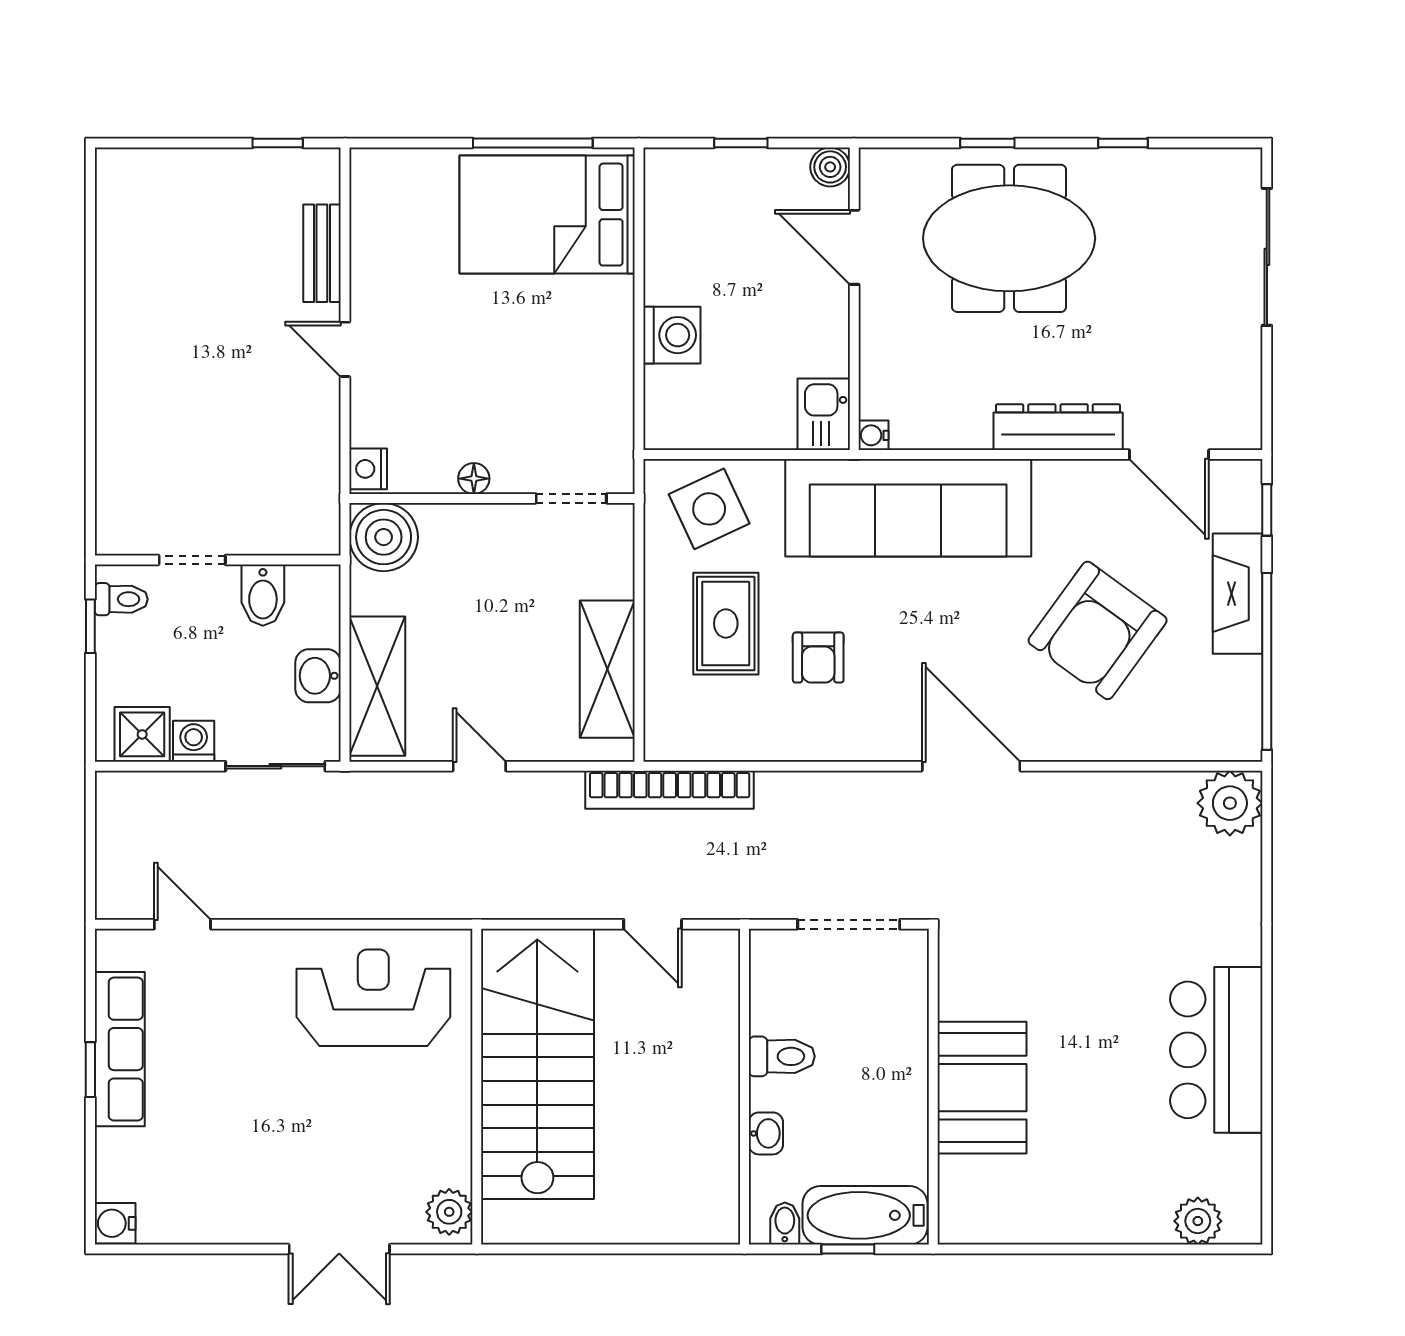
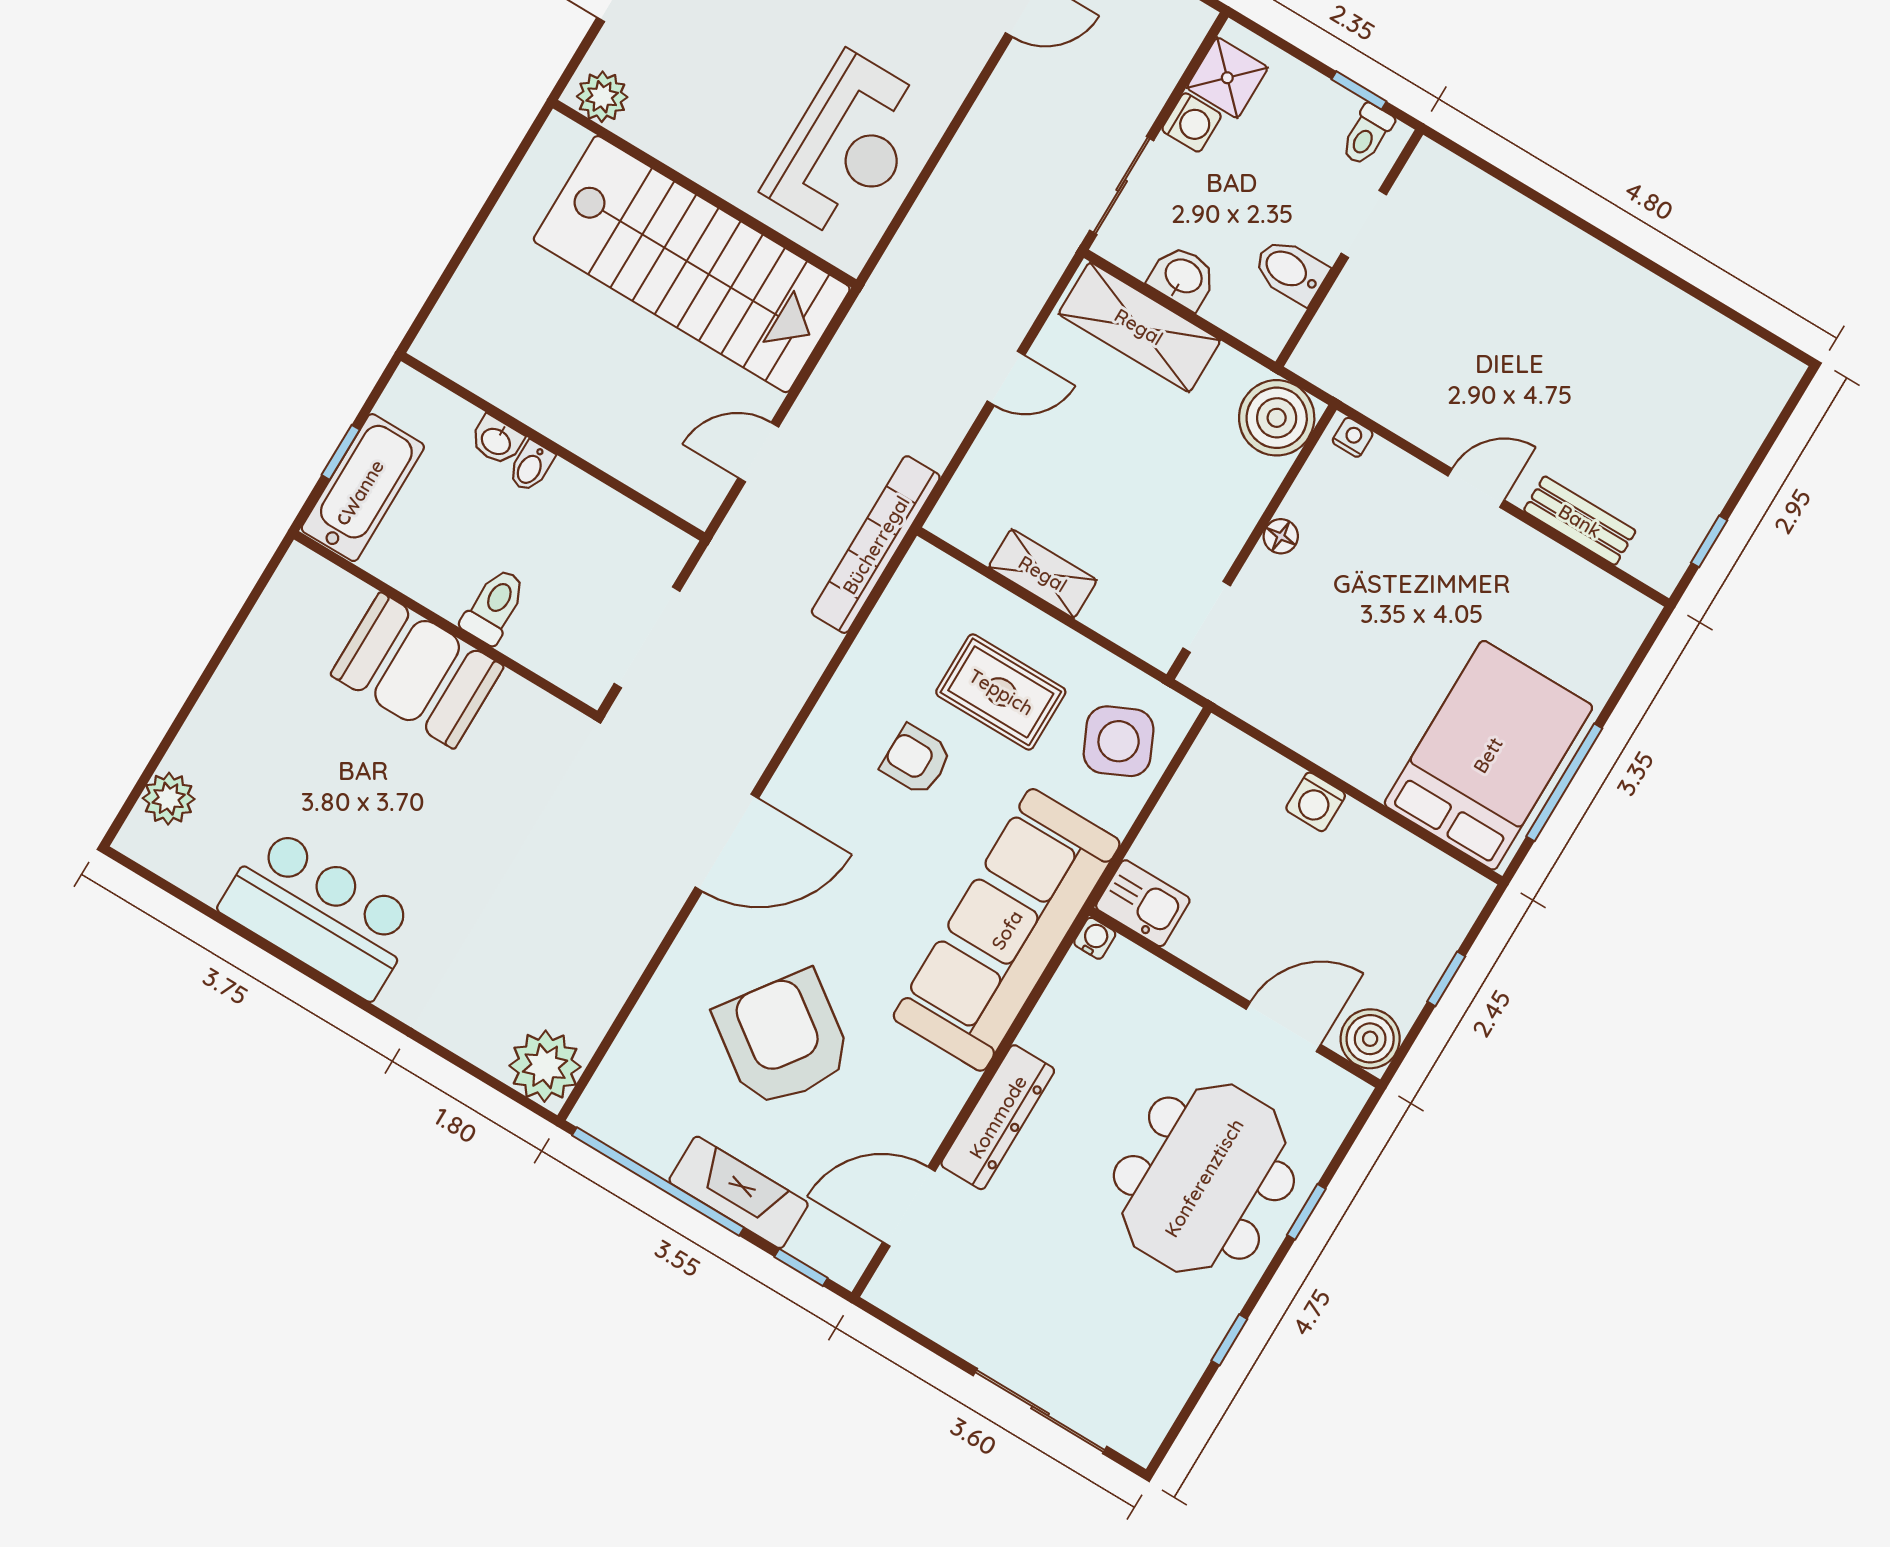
boiler: (830, 167) -> (1370, 1039), width x1.36, depth x1.36
washing machine: (672, 335) -> (1316, 802), width x0.73, depth x0.73
nightstand: (368, 469) -> (1353, 437), width x0.72, depth x0.74
shelving: (607, 669) -> (1043, 574), width x0.67, depth x0.75
toilet: (782, 1056) -> (494, 606), moved, turned 180
bidet: (785, 1223) -> (531, 467), moved, turned 90

